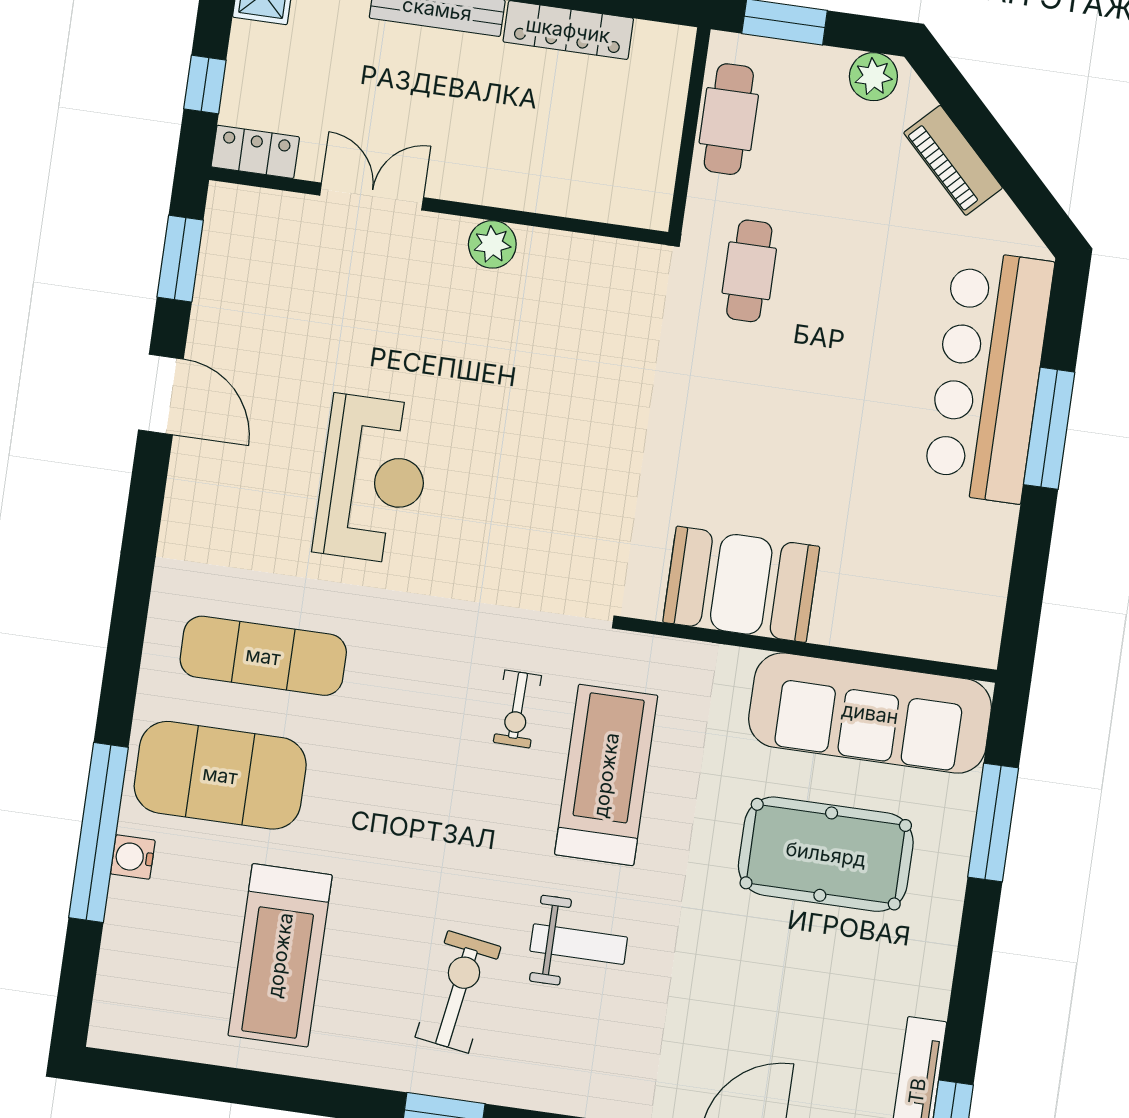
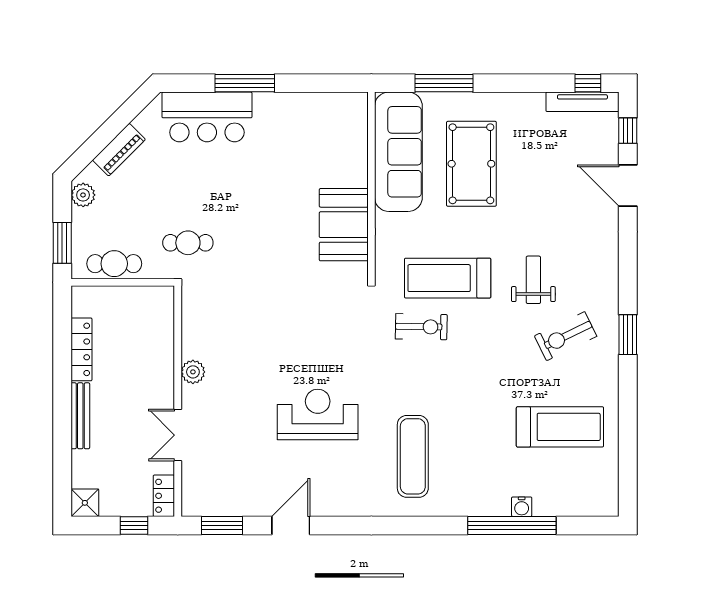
bar counter: (988, 376) -> (207, 117), width x0.73
exercise bike: (517, 709) -> (421, 327), width x1.38, depth x1.39
exercise mat: (220, 775) -> (475, 469), removed
exercise bike: (458, 992) -> (566, 336), turned -35

